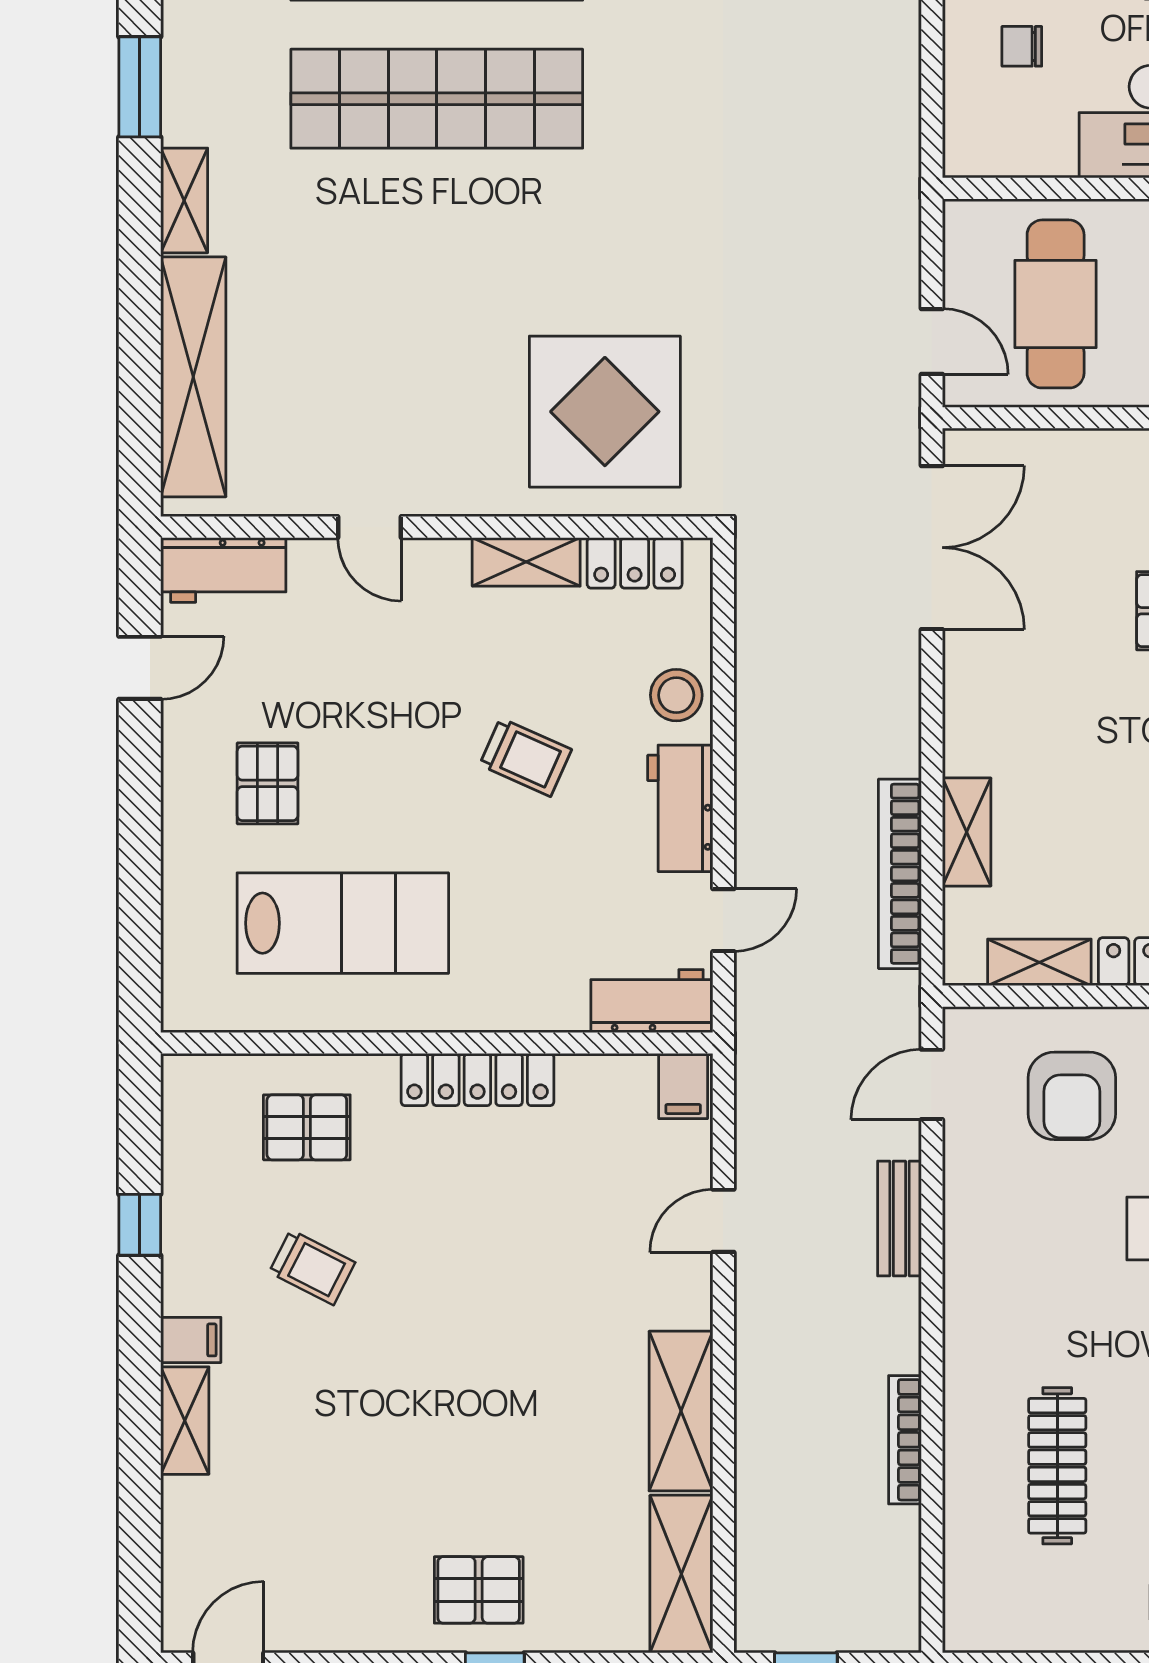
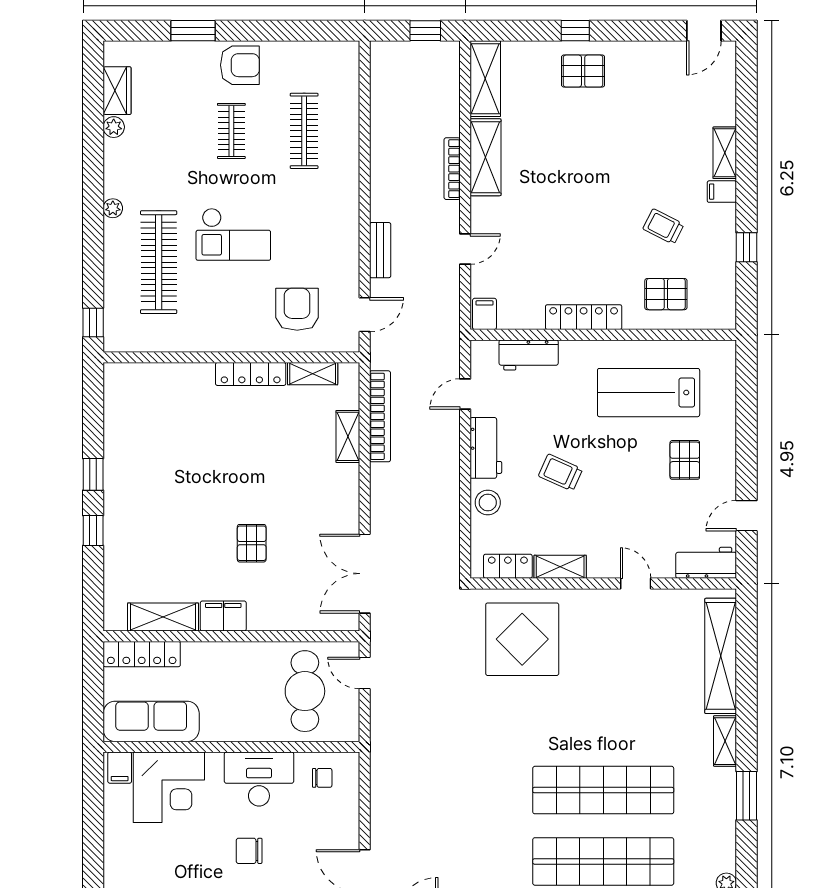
chair: (1022, 46) -> (322, 778), moved
workbench: (652, 1001) -> (529, 355), moved
bookcase: (905, 1440) -> (452, 169), moved, turned 180

